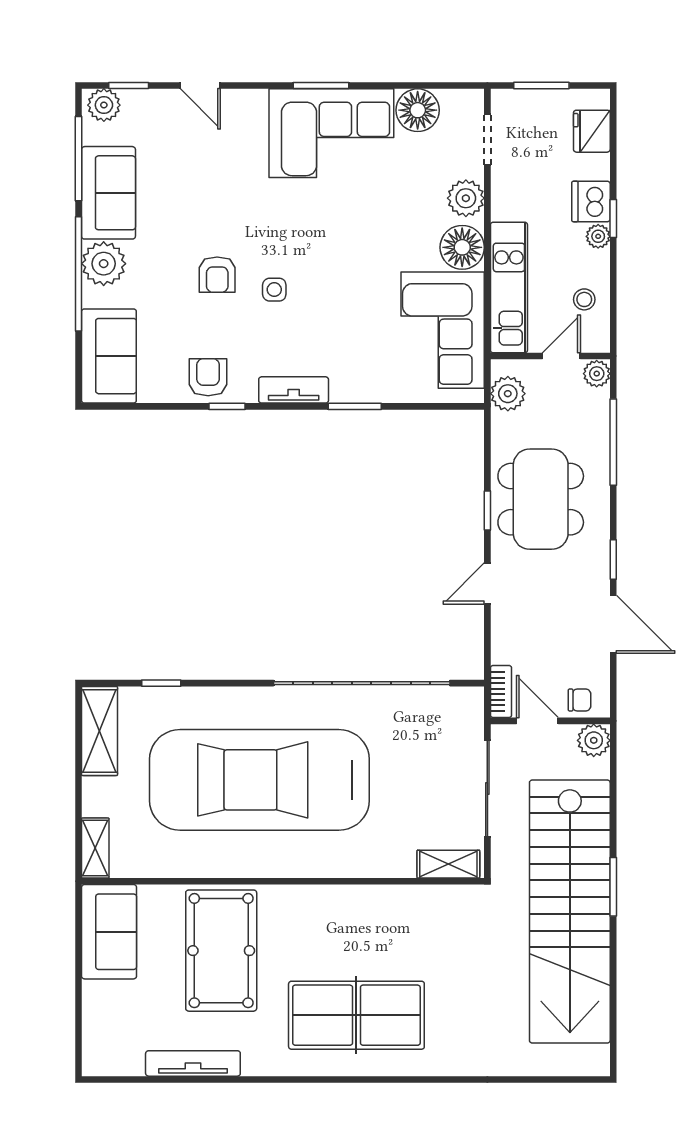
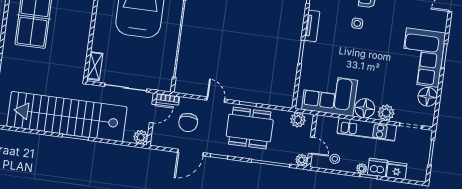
fridge: (592, 131) -> (397, 170), moved
kitchen unit: (509, 287) -> (367, 129), moved
chair: (580, 700) -> (188, 122), moved, width x1.87, depth x1.87

